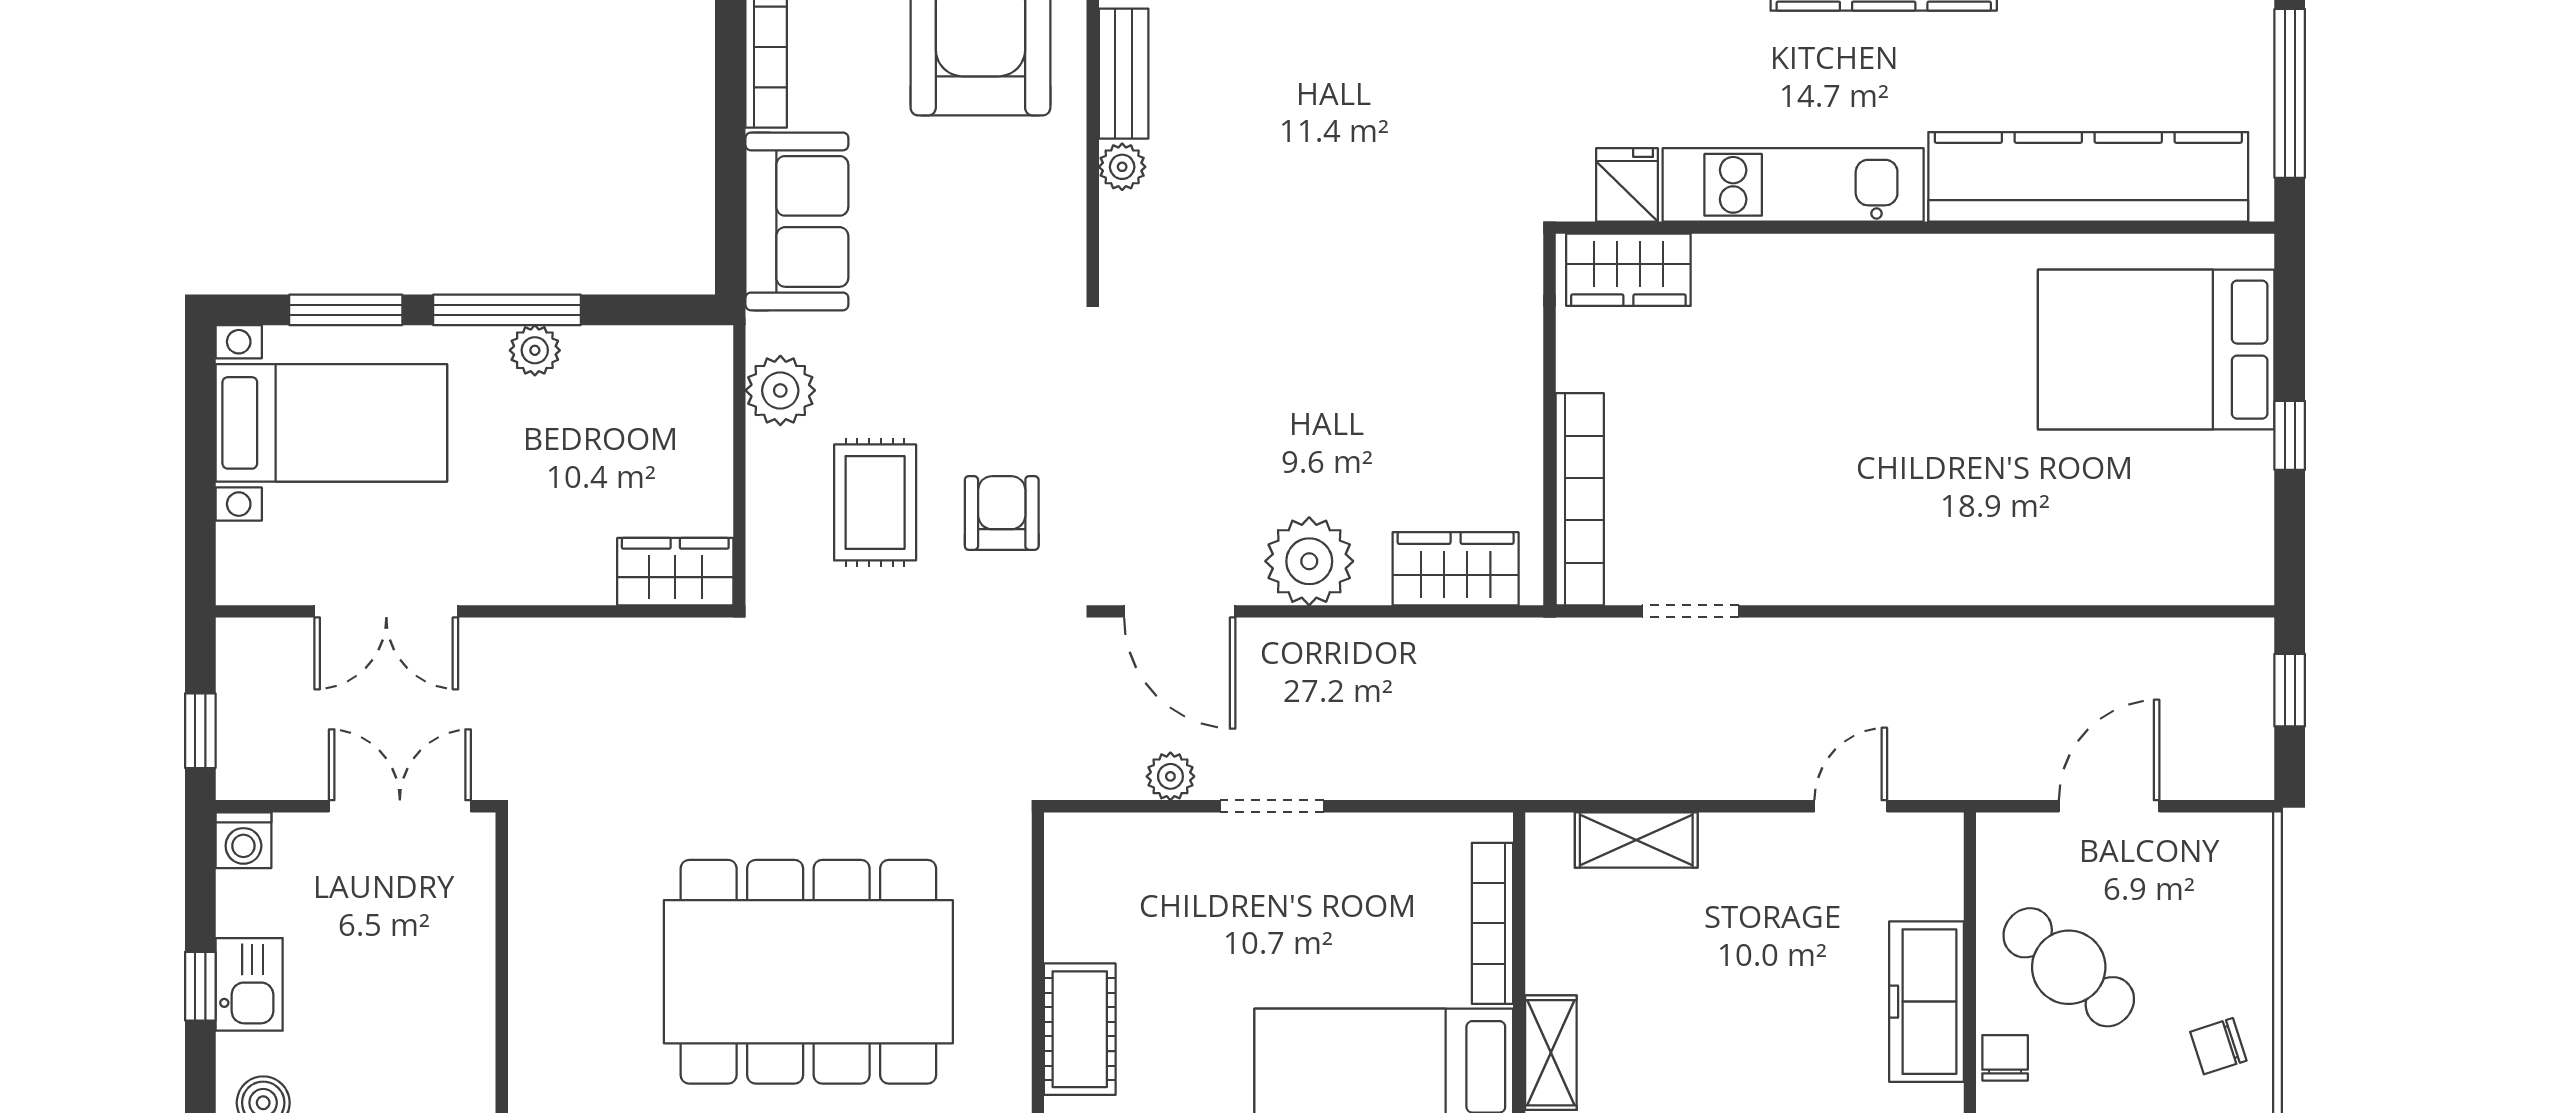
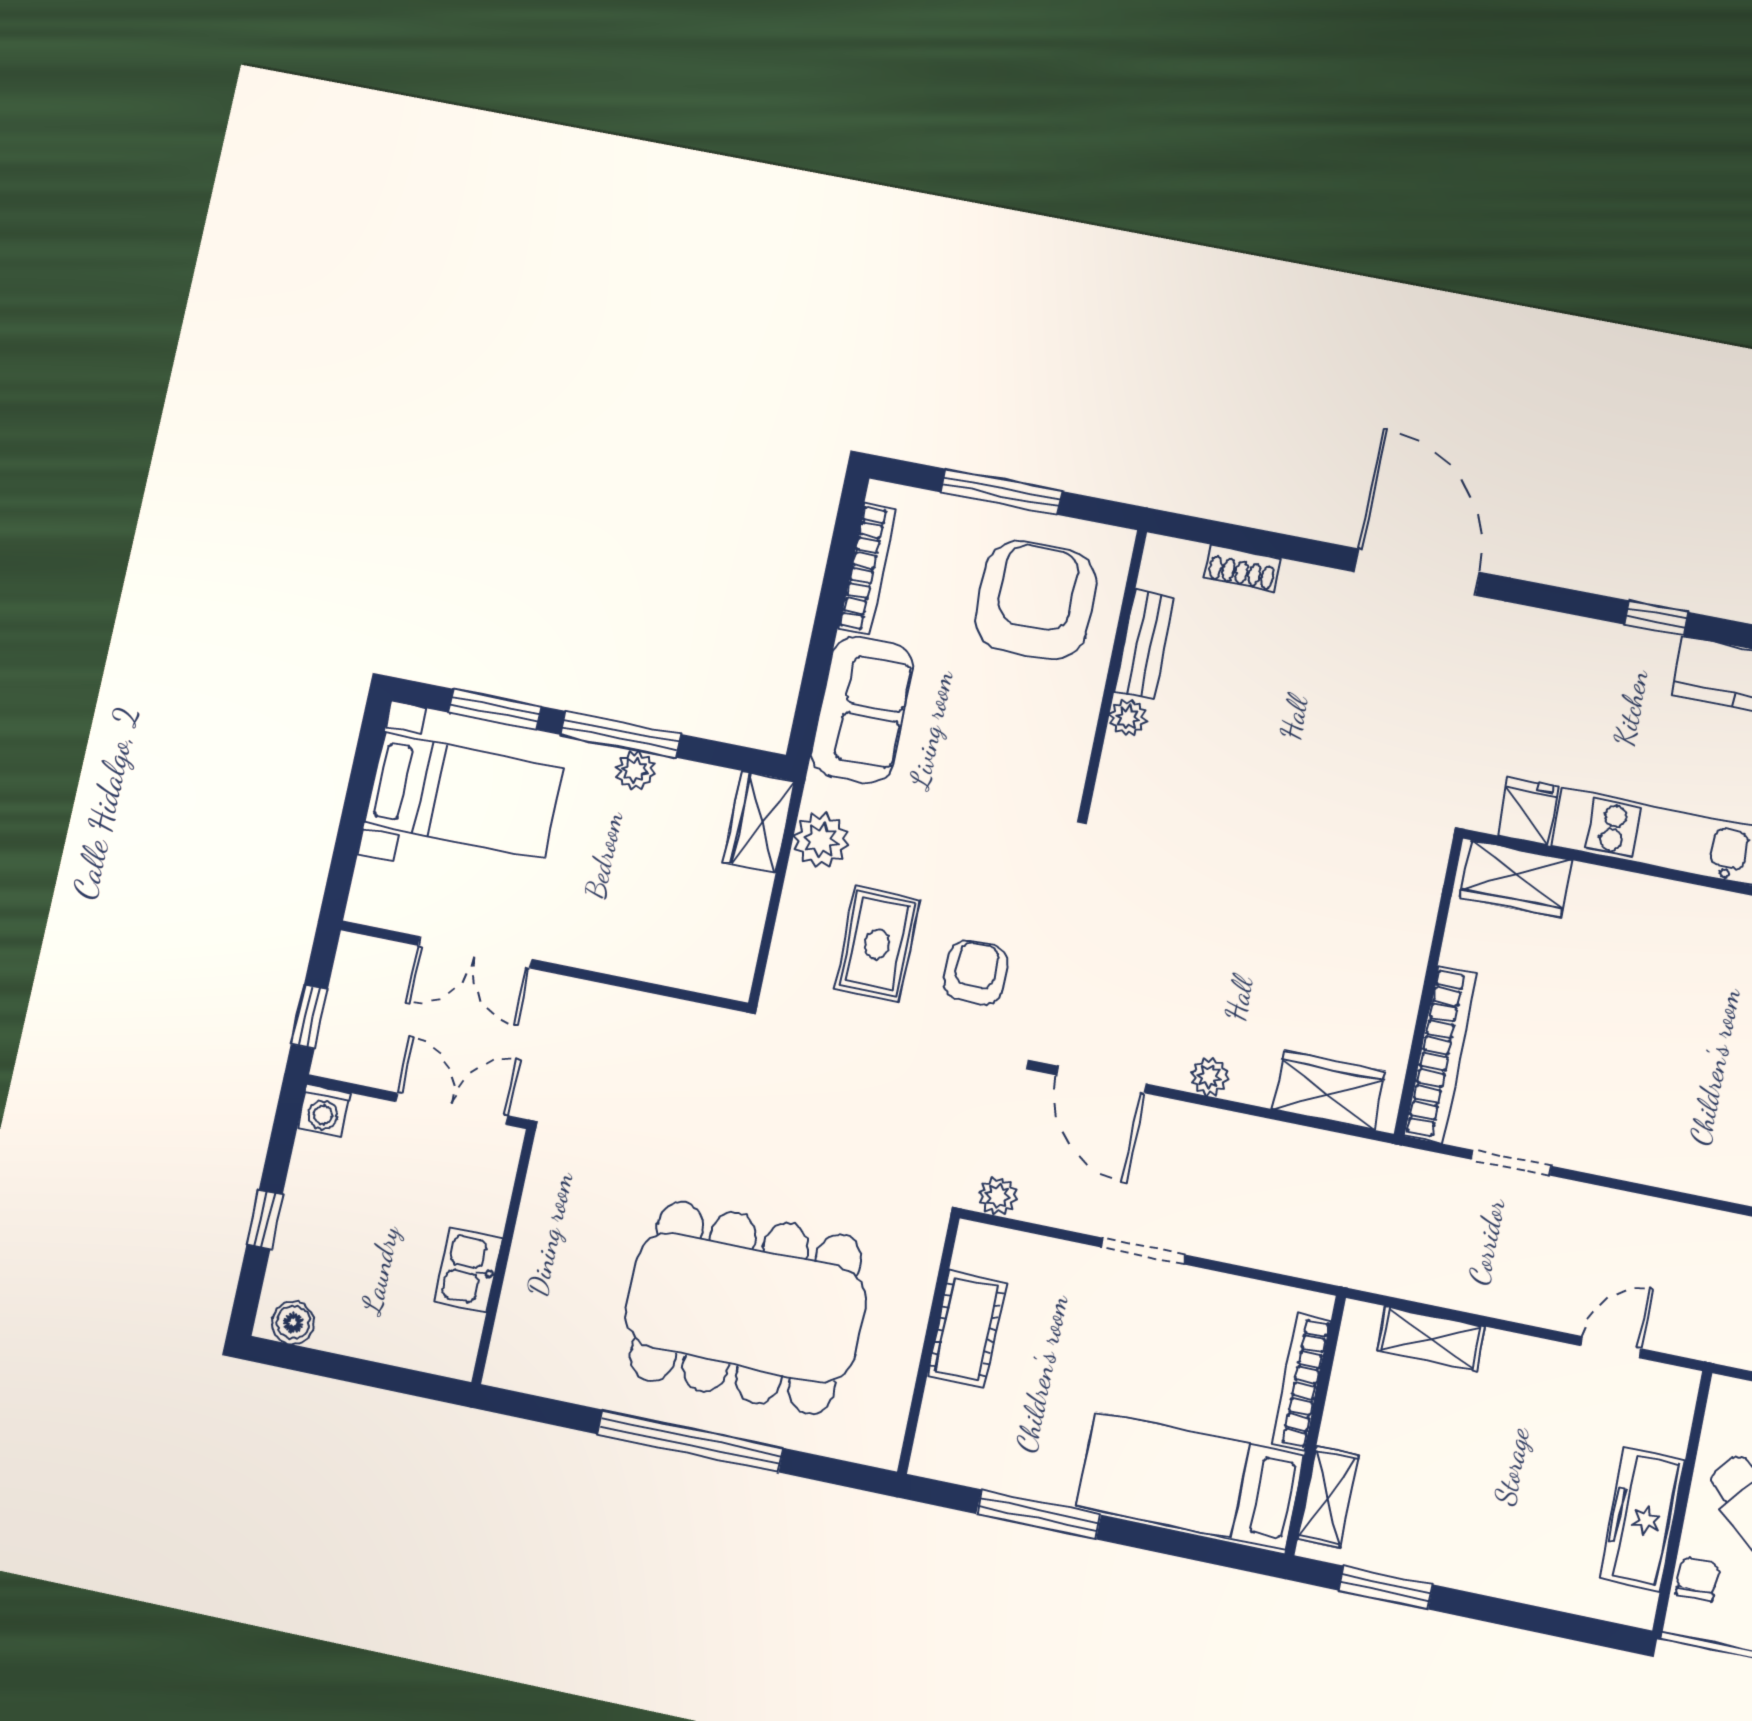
plant: (1309, 561) -> (1210, 1077), width x0.53, depth x0.53
wardrobe: (675, 572) -> (759, 822), moved, turned -90
plant: (1170, 776) -> (998, 1196), moved
kitchen sink: (249, 984) -> (468, 1270), moved, turned 180
cot: (1080, 1029) -> (966, 1330), moved

